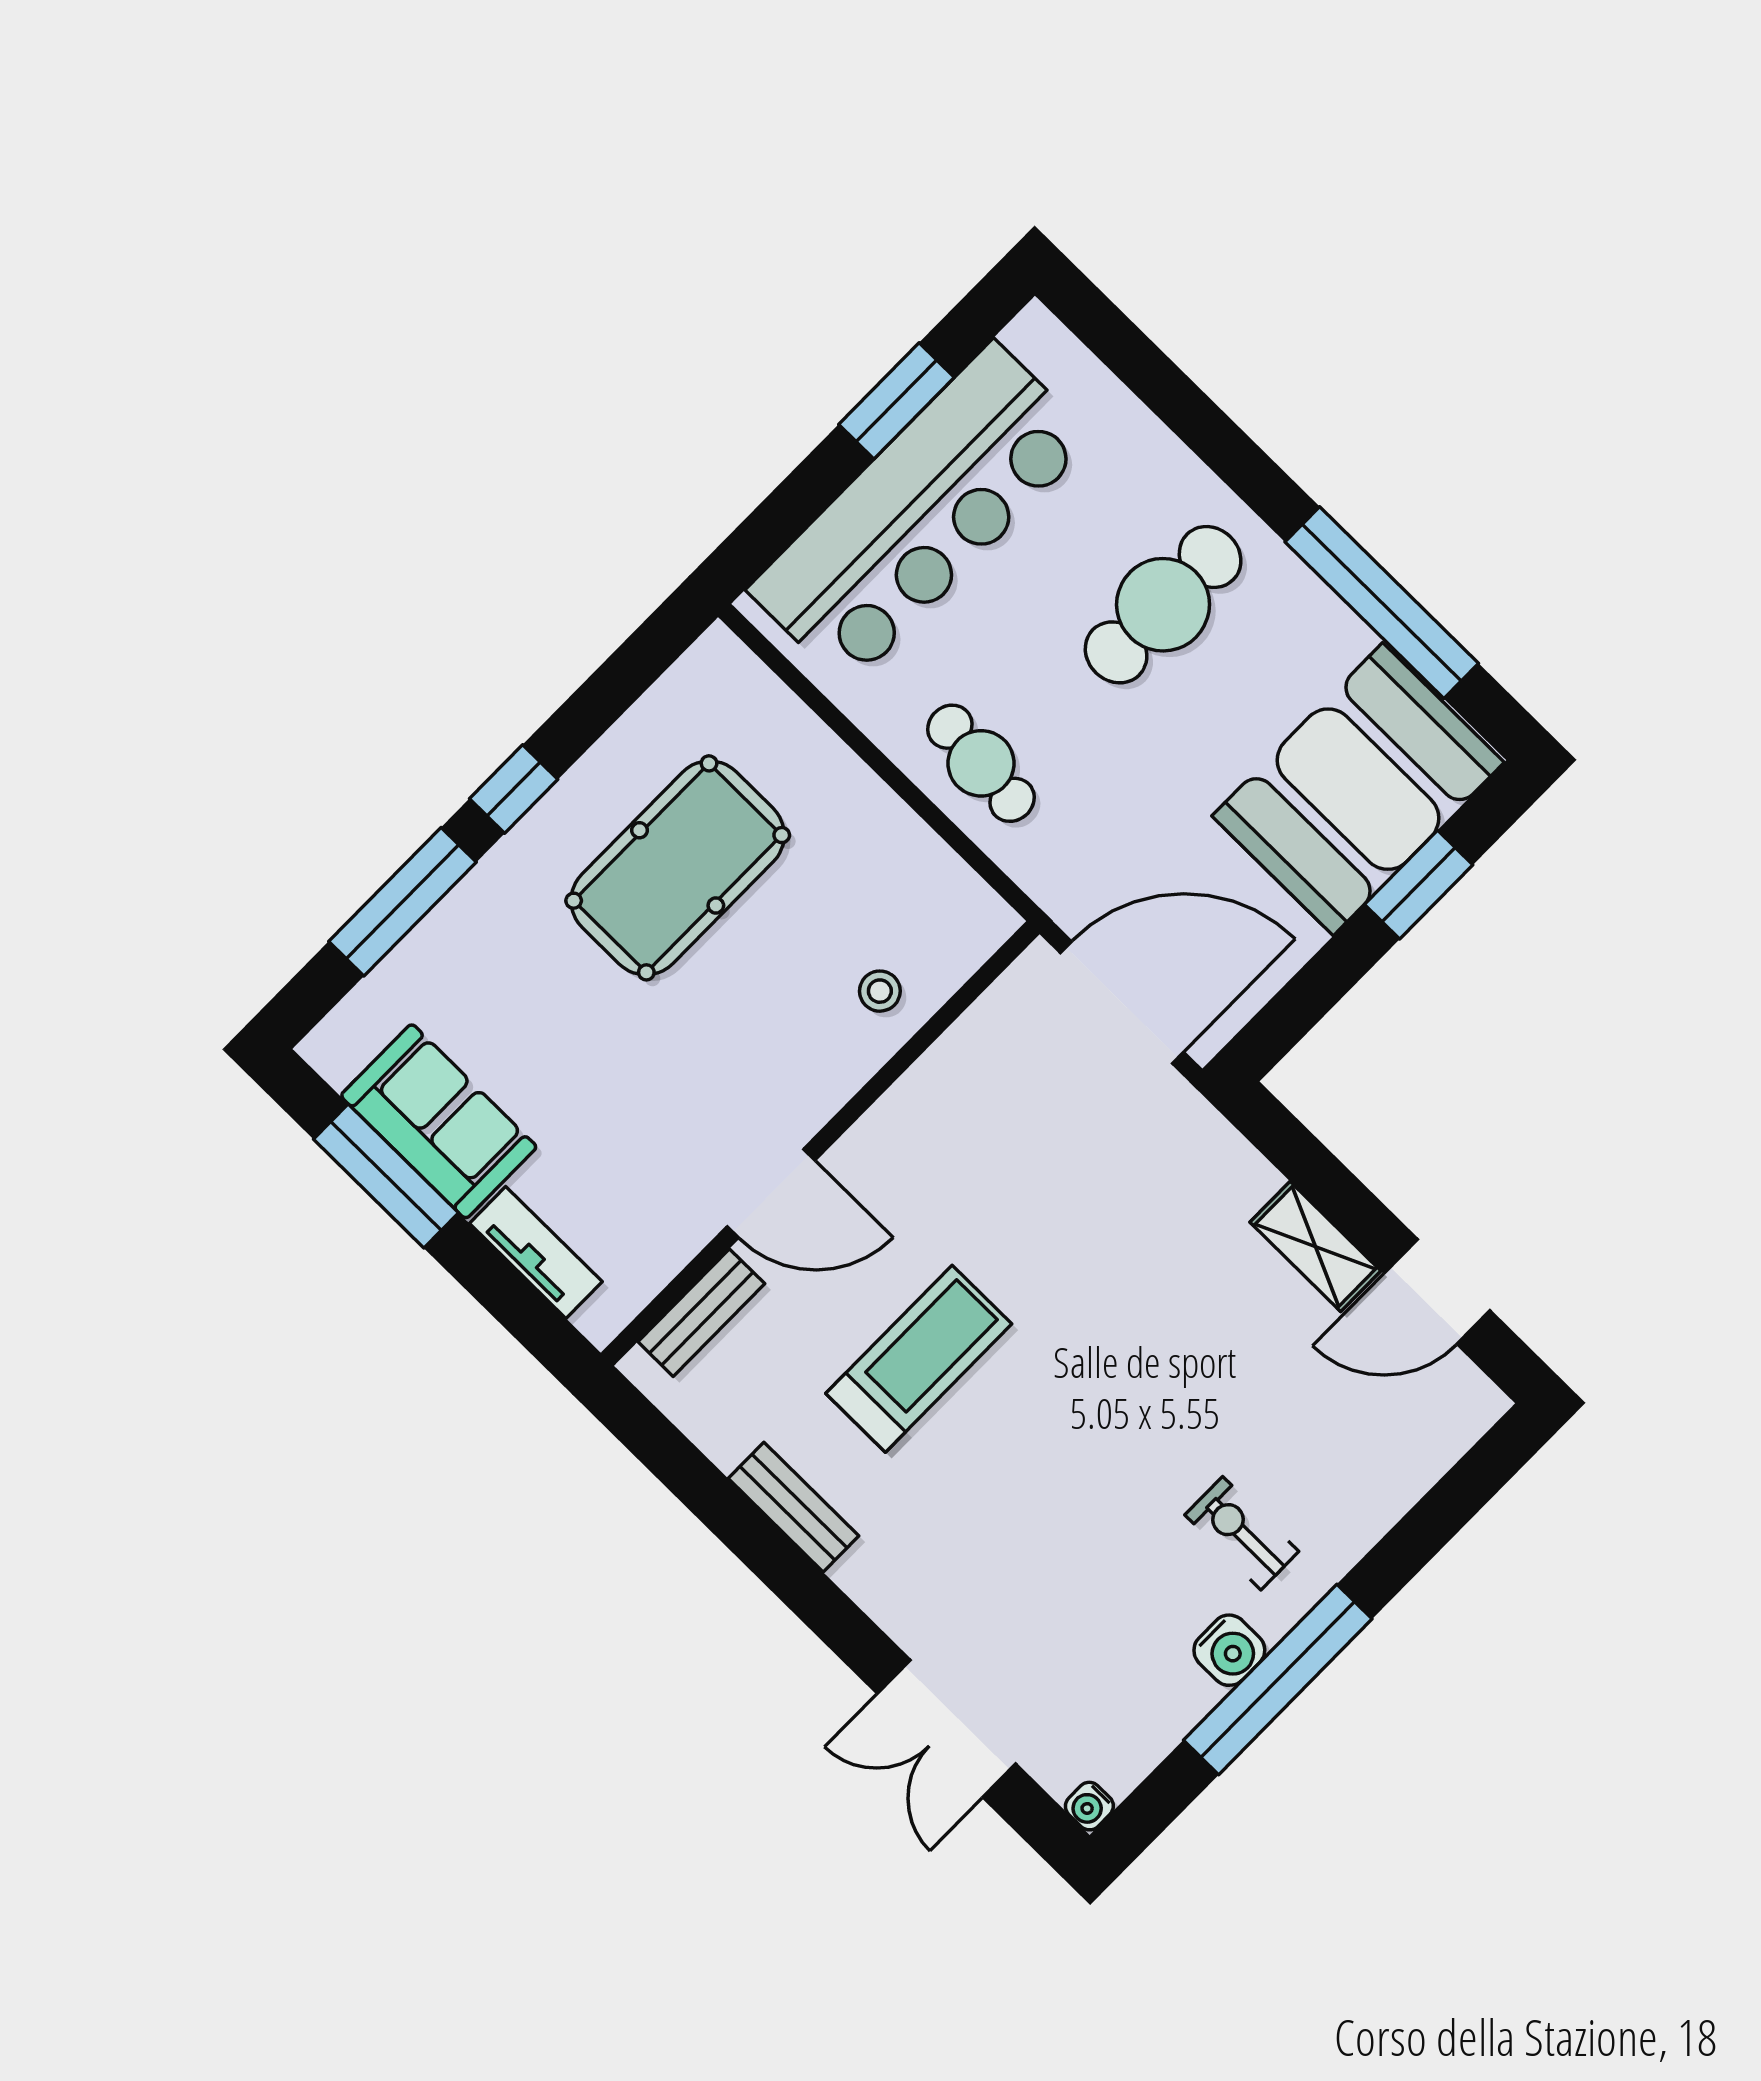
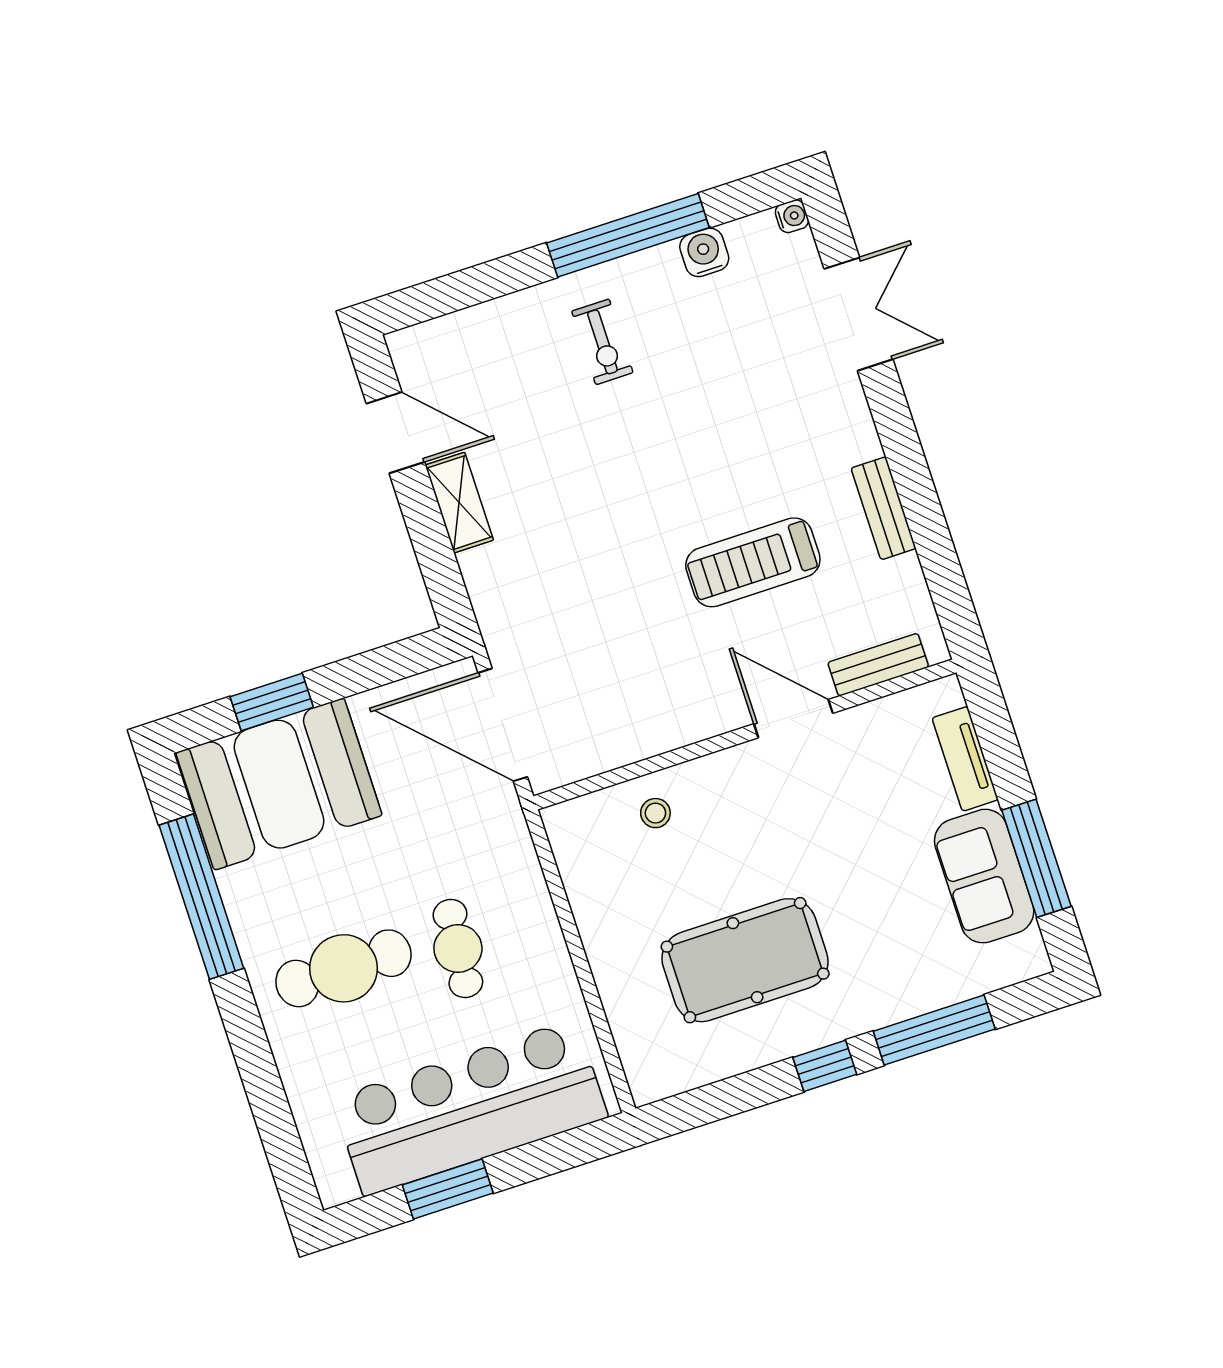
cafe table: (981, 763) -> (458, 948), moved
water cooler: (1229, 1650) -> (704, 252), moved

